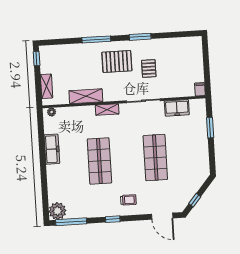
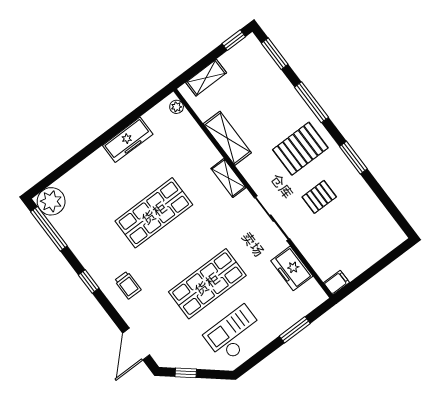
window: (58, 42) -> (275, 54), added
pallet: (117, 62) -> (300, 149), turned 90
checkout: (191, 161) -> (234, 334), added

